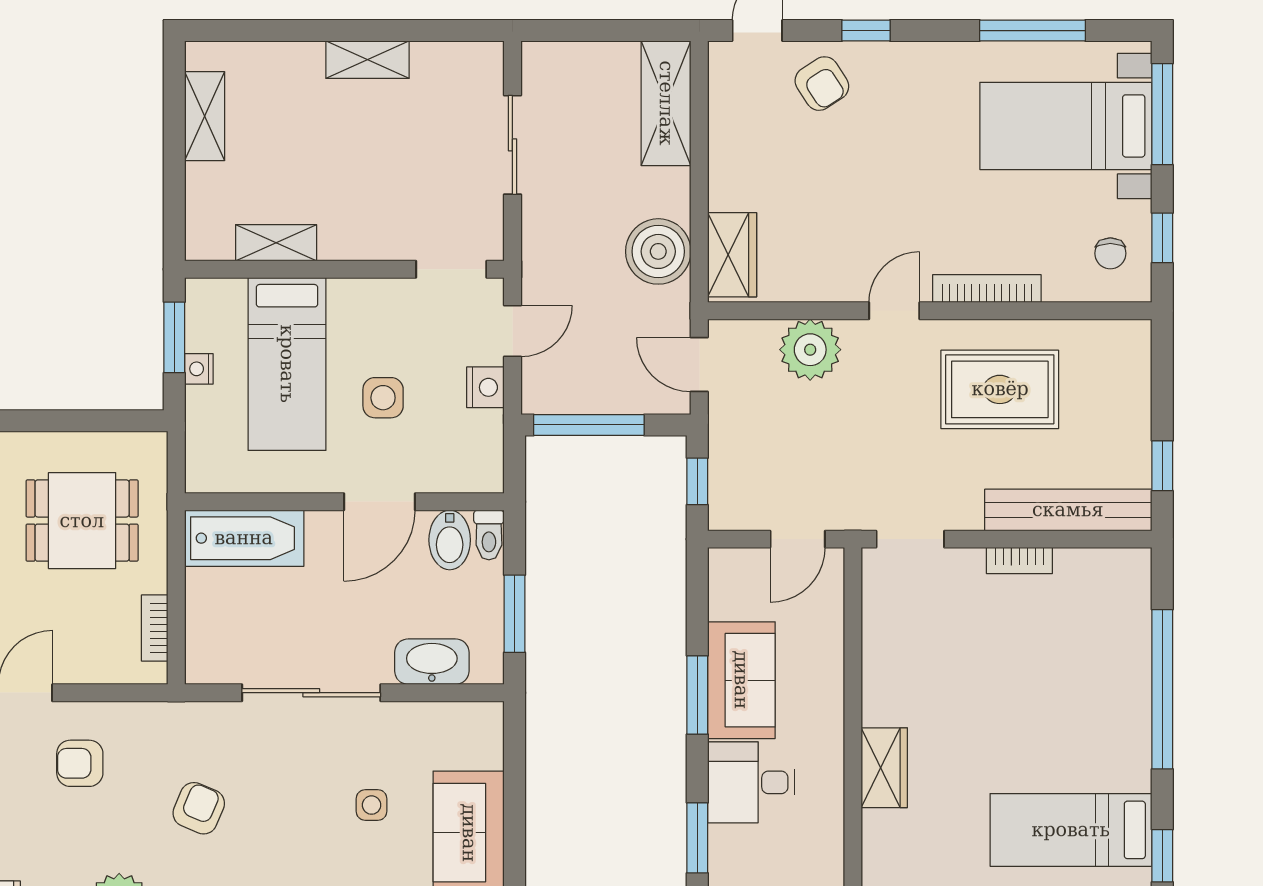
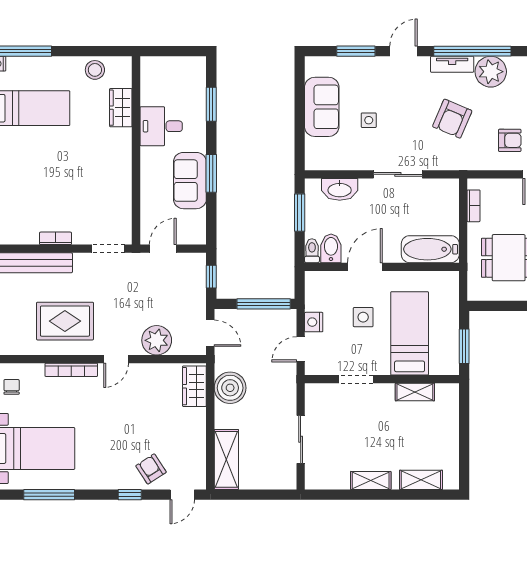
shelving: (205, 116) -> (421, 480), moved, turned 90
doorway: (451, 269) -> (356, 379), moved
nightstand: (199, 369) -> (452, 331), removed
sliding door: (311, 693) -> (398, 174), width x0.73
wardrobe: (884, 768) -> (121, 108), moved
desk: (751, 782) -> (161, 126), moved, turned 180
armchair: (199, 808) -> (452, 119), width x1.38, depth x1.38

